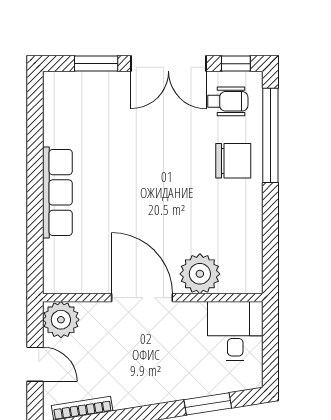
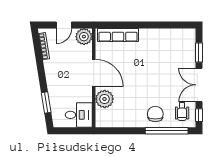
chair: (233, 161) -> (155, 114), turned 180
row of seats: (57, 192) -> (118, 35), moved
door: (142, 298) -> (94, 73), hinge flipped

